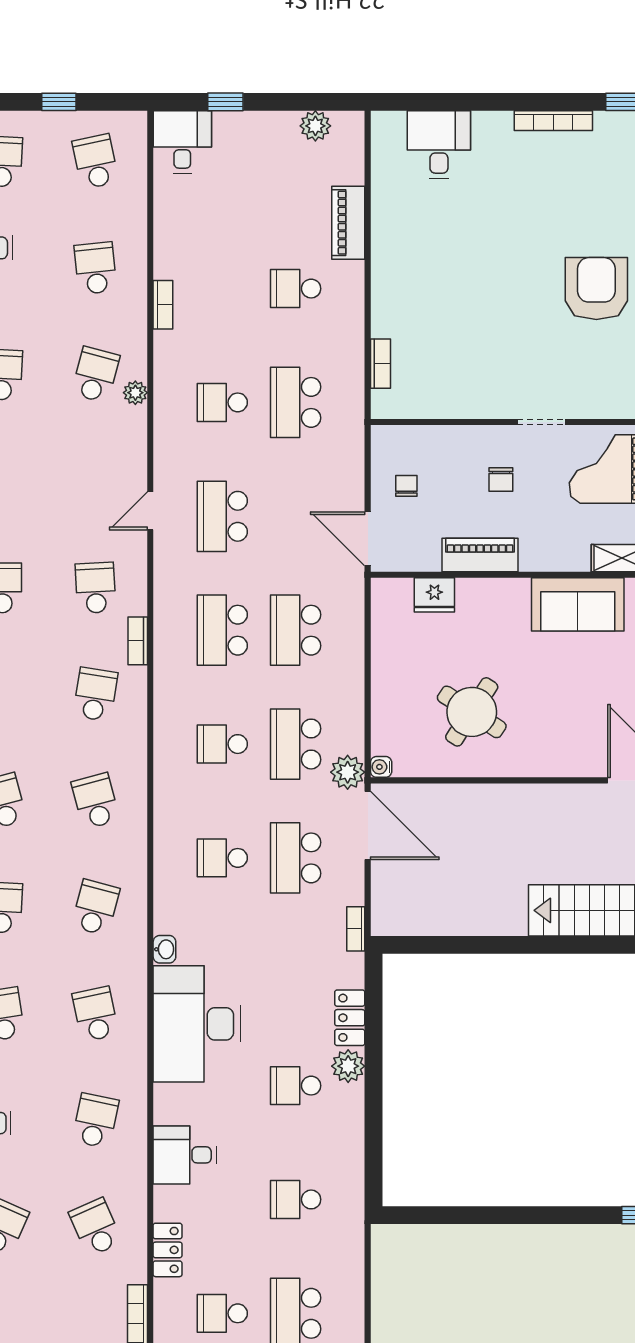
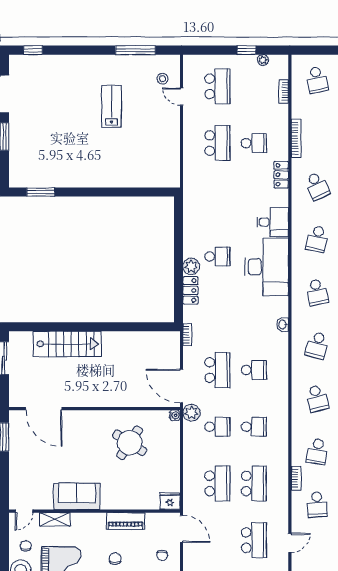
fridge: (434, 595) -> (170, 501), moved
school desk: (296, 744) -> (217, 427), width x0.54
desk: (197, 1024) -> (267, 267), moved
school desk: (296, 1199) -> (217, 200), removed

